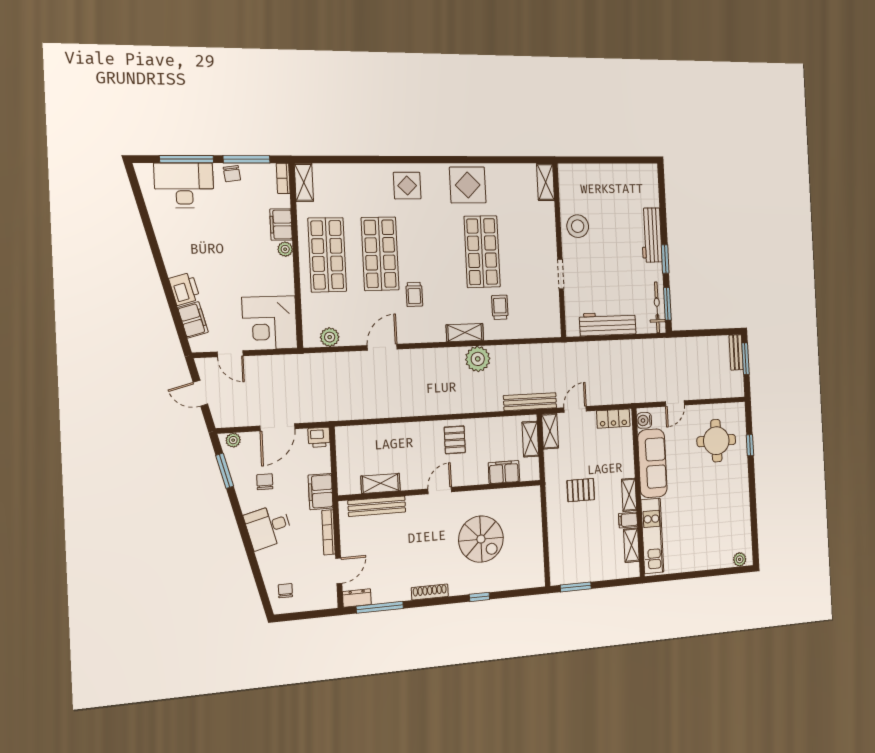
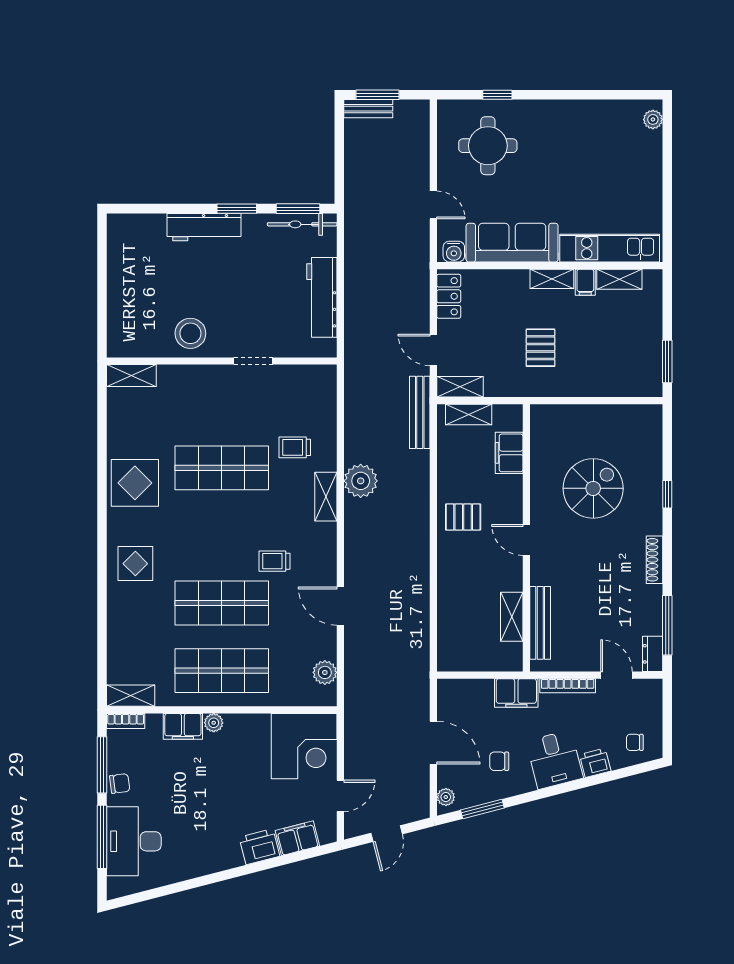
trolley: (414, 294) -> (275, 561), turned 180
printer: (319, 437) -> (595, 763), moved, turned -104

